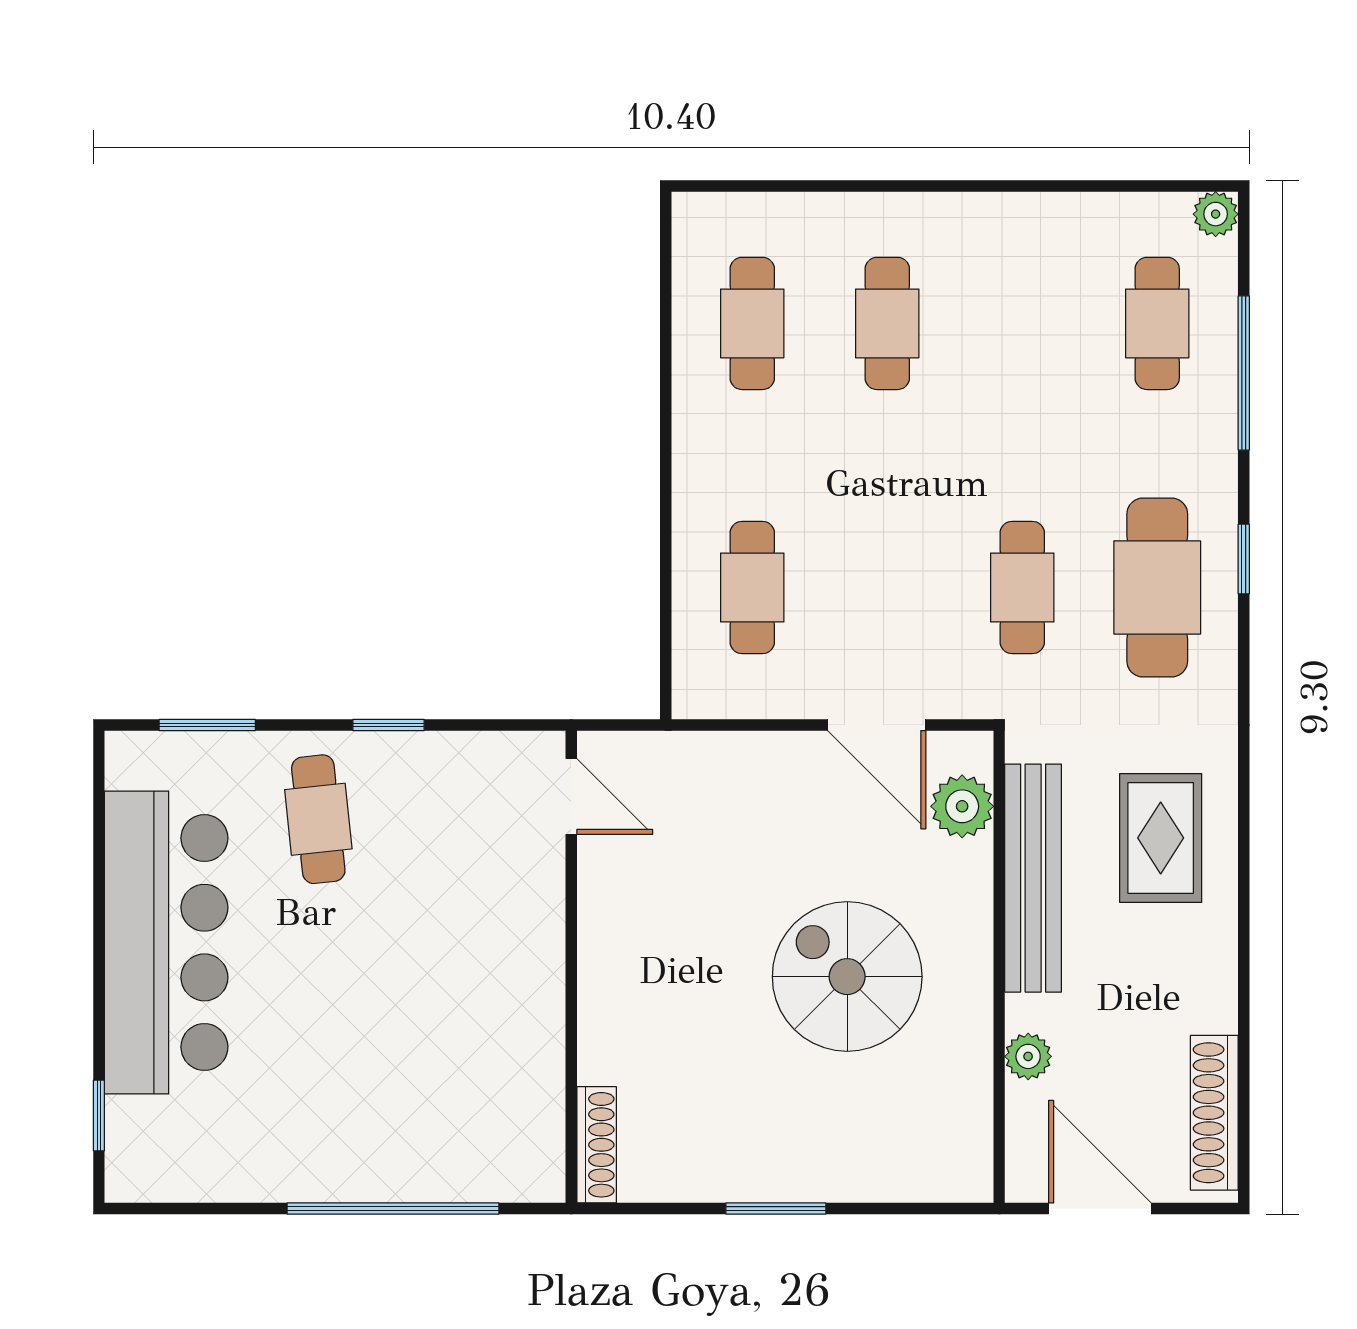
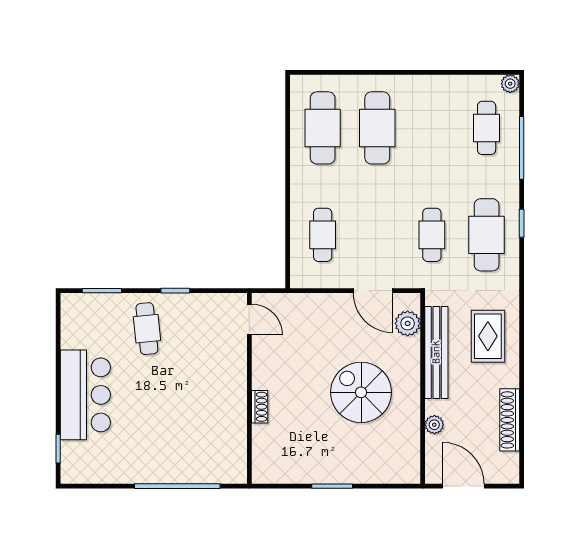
cafe table: (752, 323) -> (323, 128), width x1.37, depth x1.35
cafe table: (887, 323) -> (377, 128), width x1.37, depth x1.35
bar counter: (166, 943) -> (85, 395), width x0.73
shoe rack: (1214, 1113) -> (510, 420), moved
shoe rack: (597, 1145) -> (260, 407), moved, width x0.70

